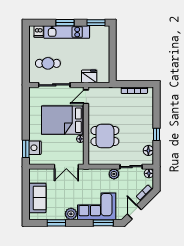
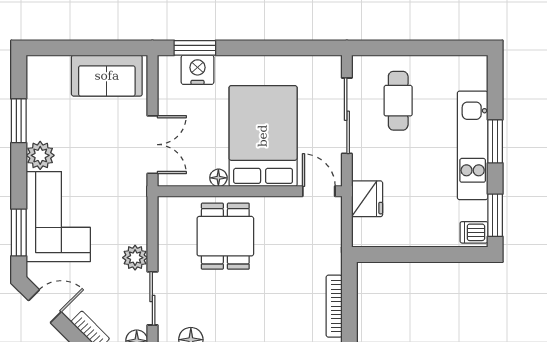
dishwasher: (39, 31) -> (474, 232), moved
double door: (66, 167) -> (152, 145), swing flipped
sofa: (37, 198) -> (107, 76), moved

